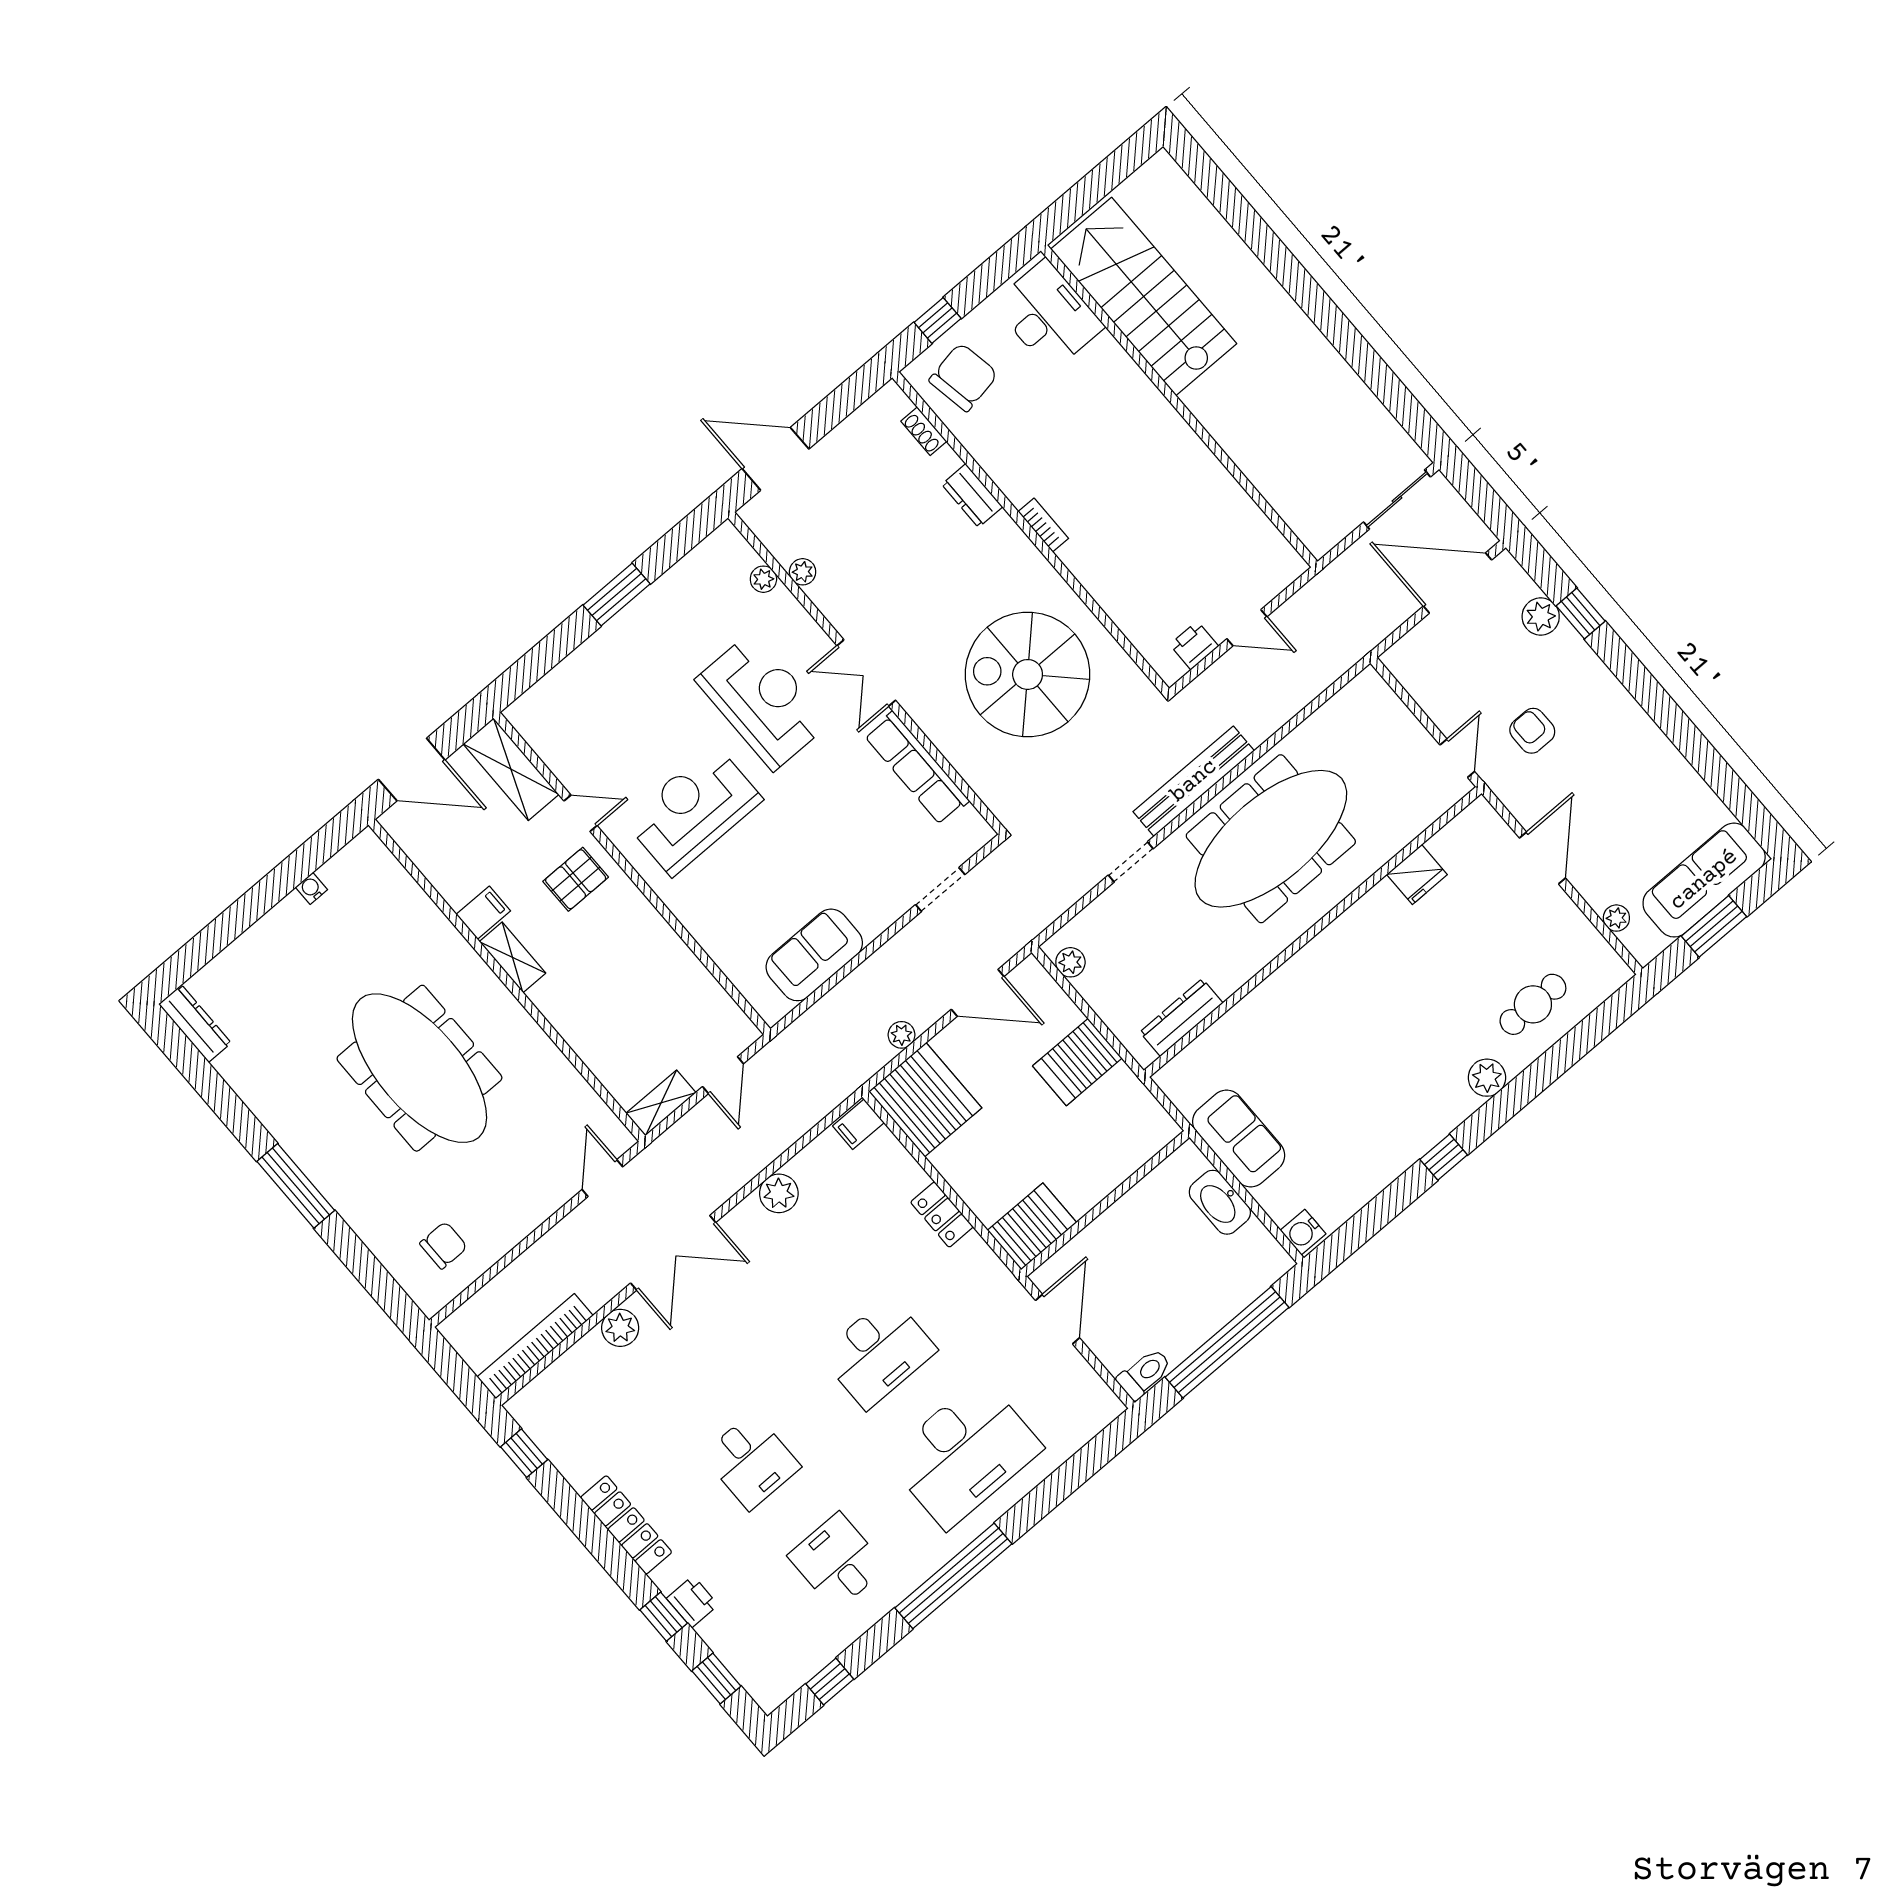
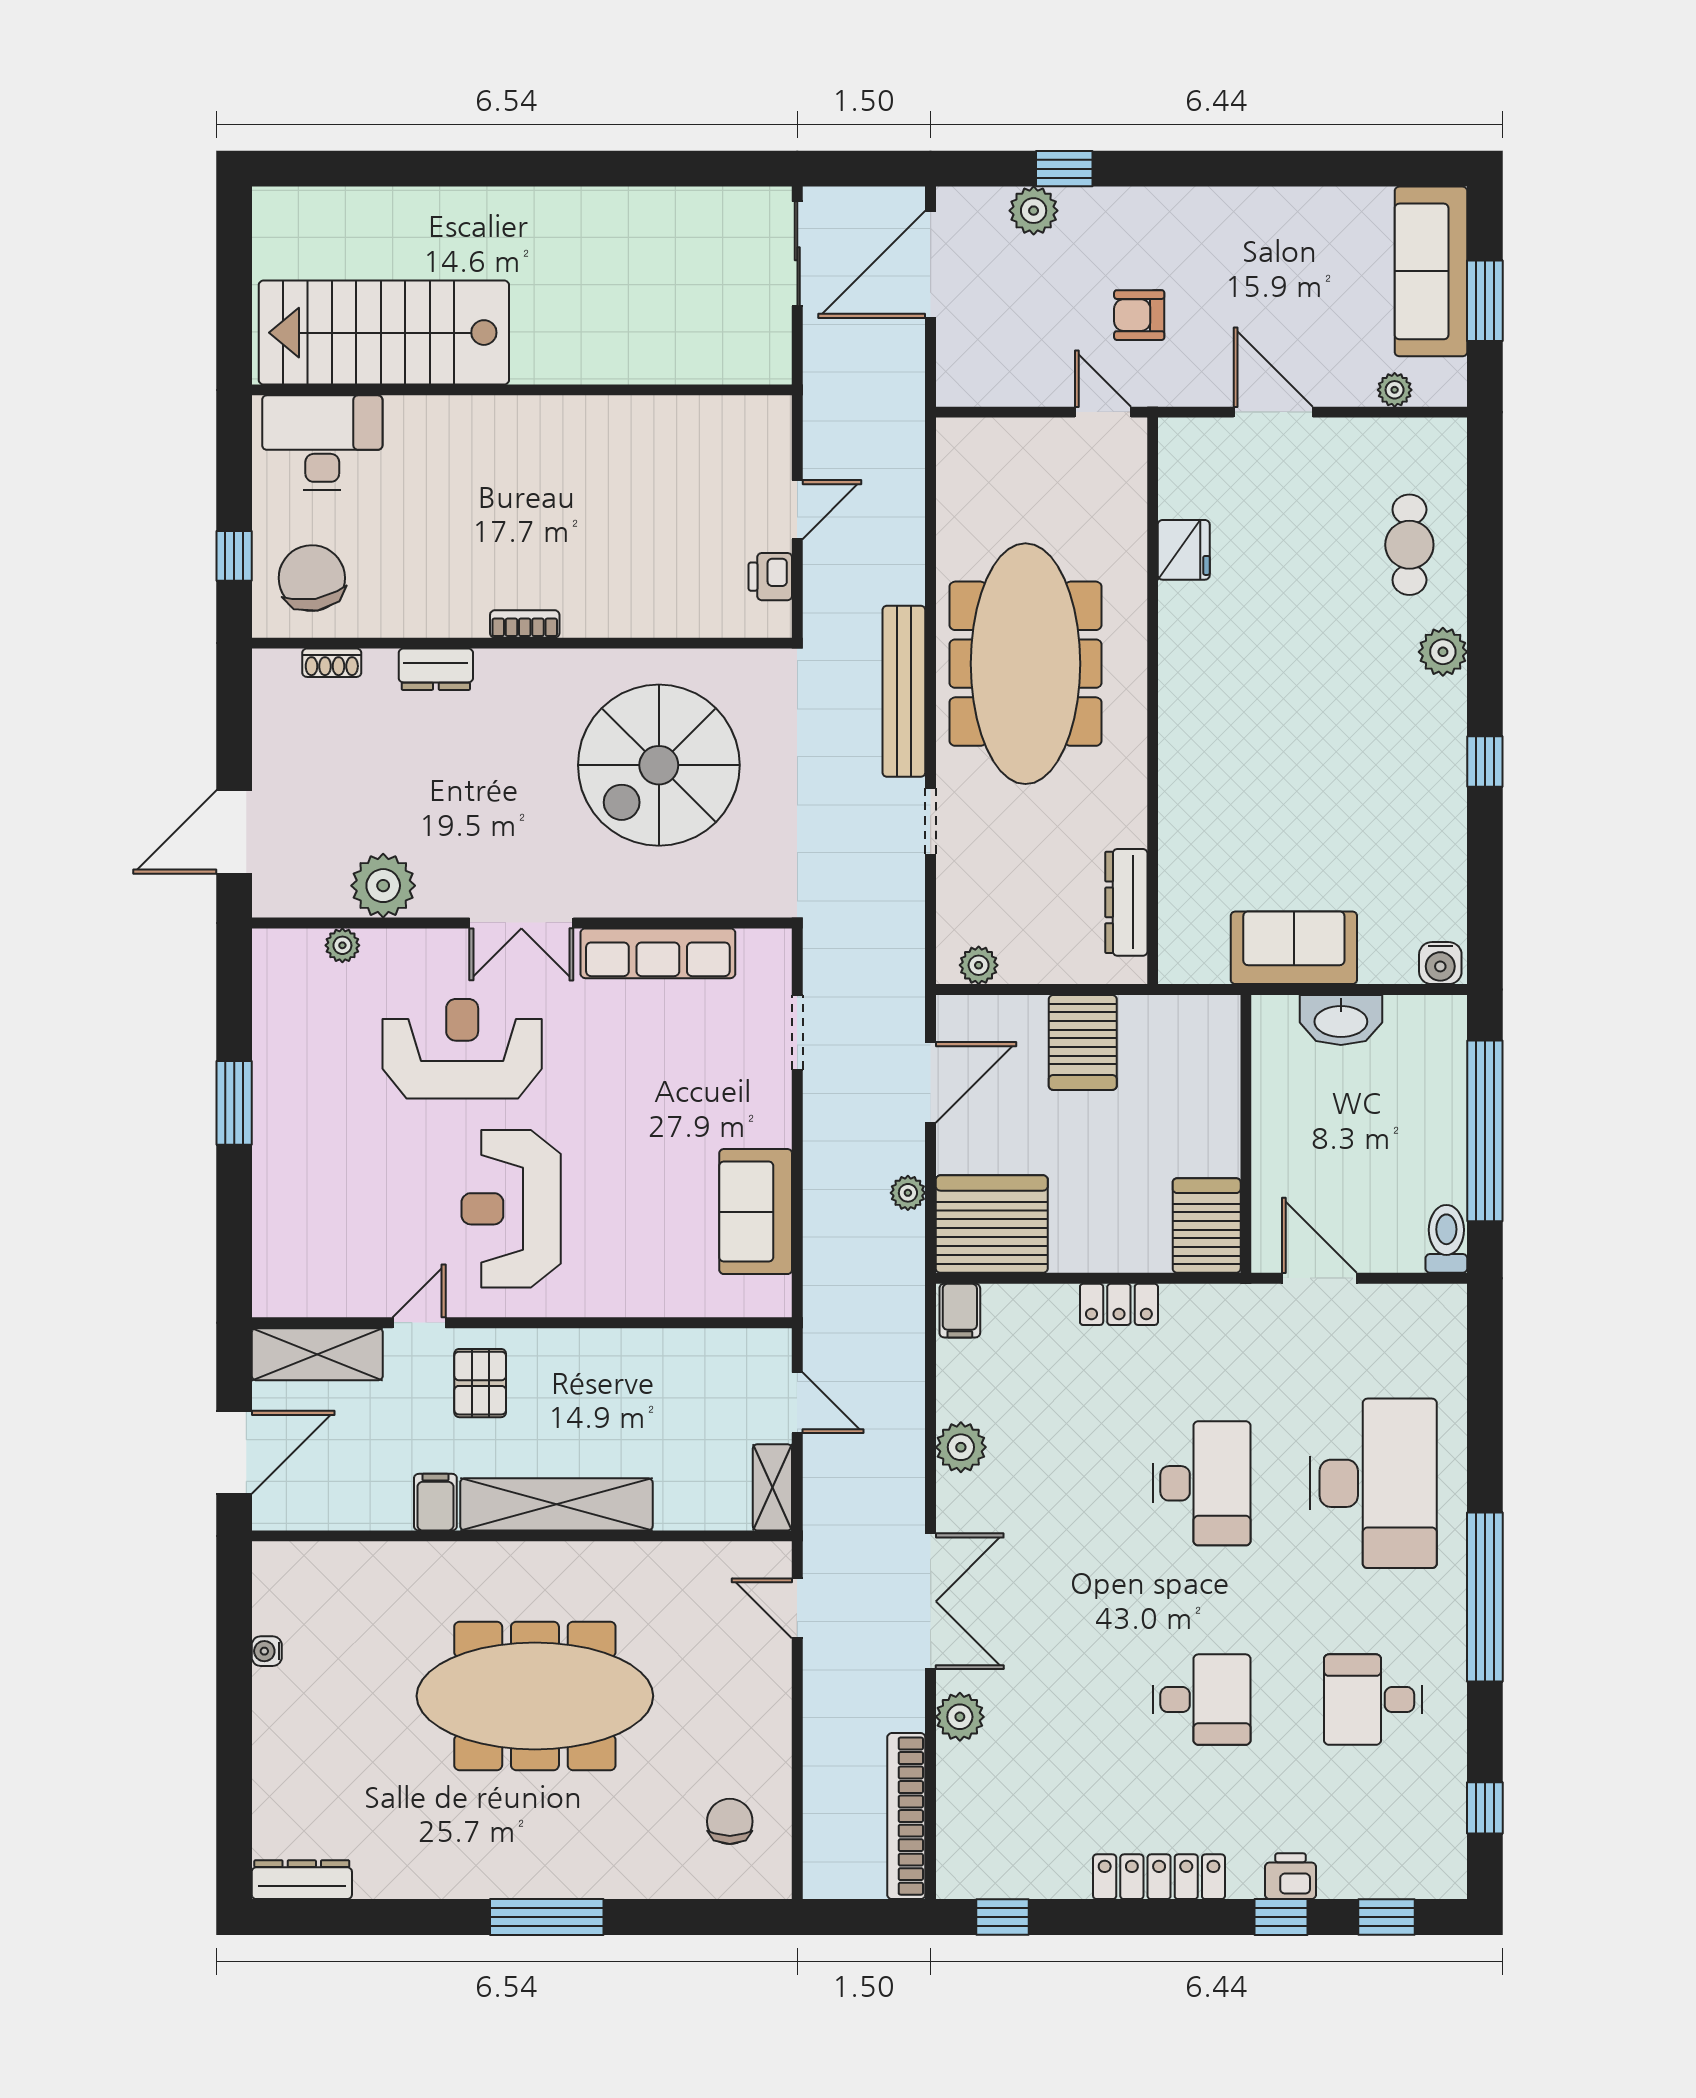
plant: (803, 572) -> (383, 886), width x1.88, depth x1.88
shelving: (513, 957) -> (556, 1504), width x2.20, depth x1.33

